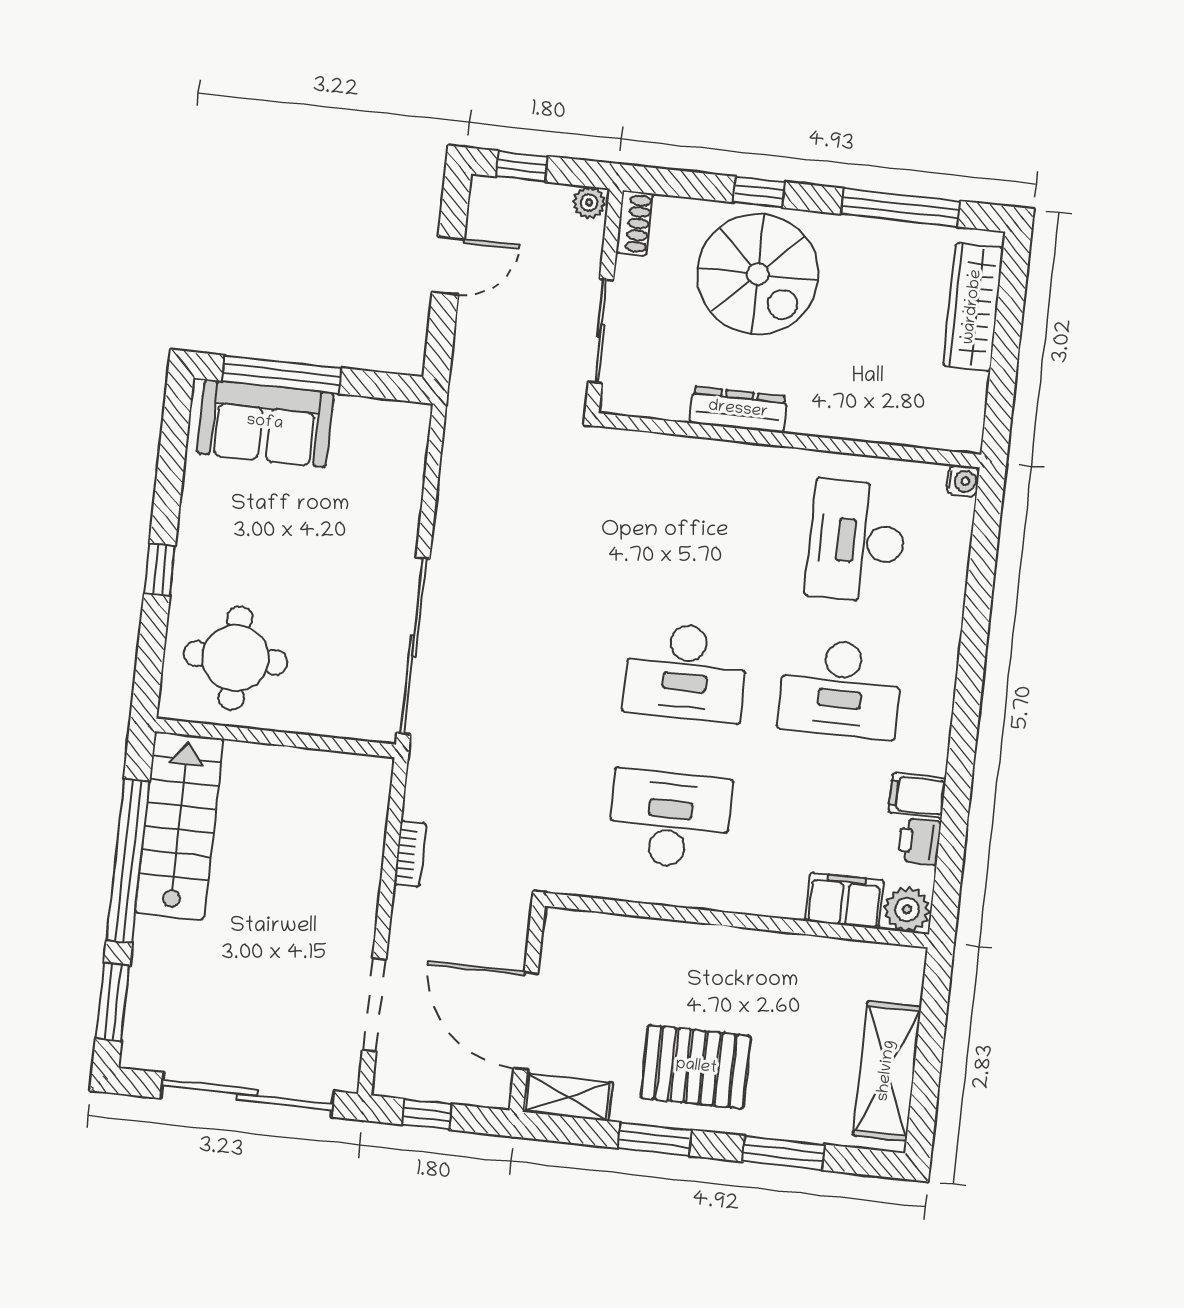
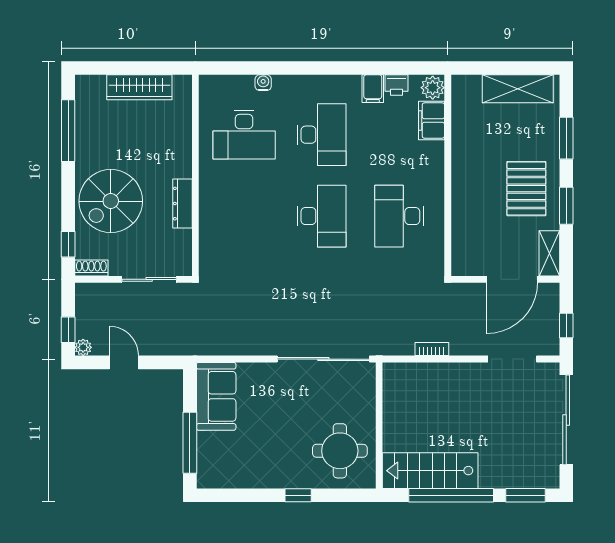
window: (759, 192) -> (68, 244), moved
plant: (589, 203) -> (83, 347), moved
spiral stairs: (758, 274) -> (111, 201), turned 180
wardrobe: (973, 307) -> (139, 87), moved
sofa: (265, 423) -> (216, 396), moved
water cooler: (963, 481) -> (263, 83), moved

